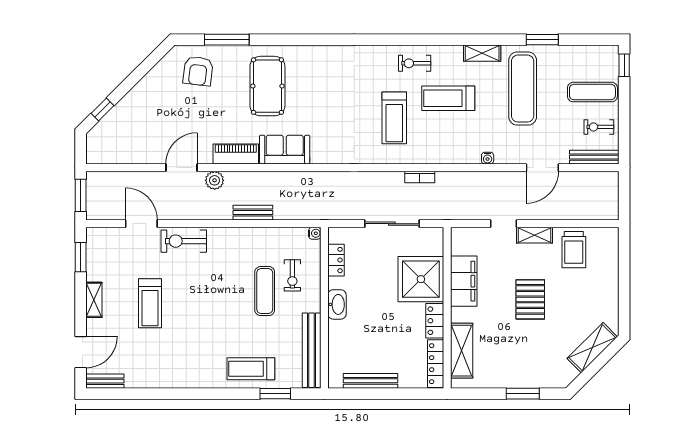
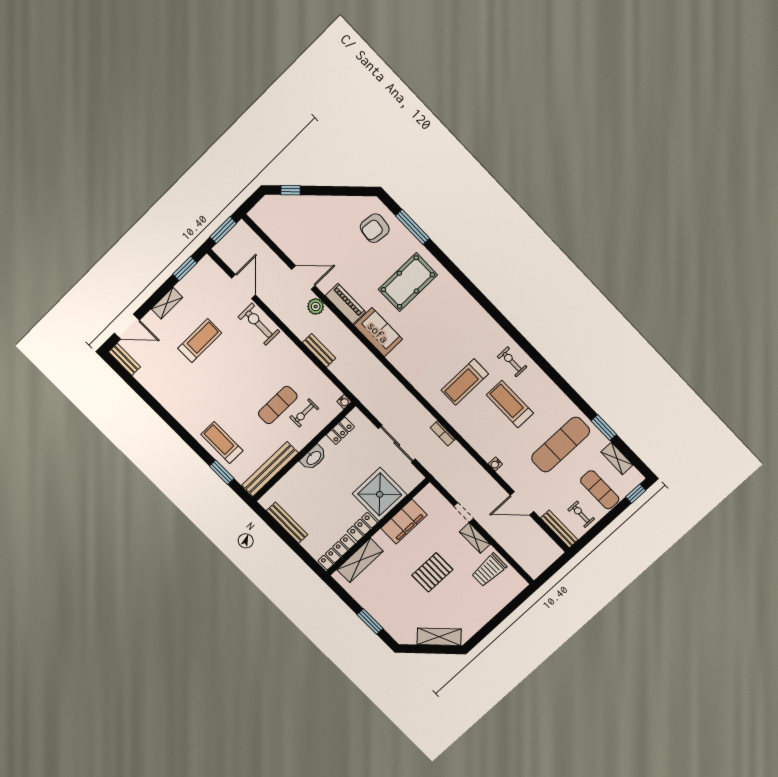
shelving: (482, 53) -> (617, 458), moved
treadmill: (150, 303) -> (200, 341), turned 180

